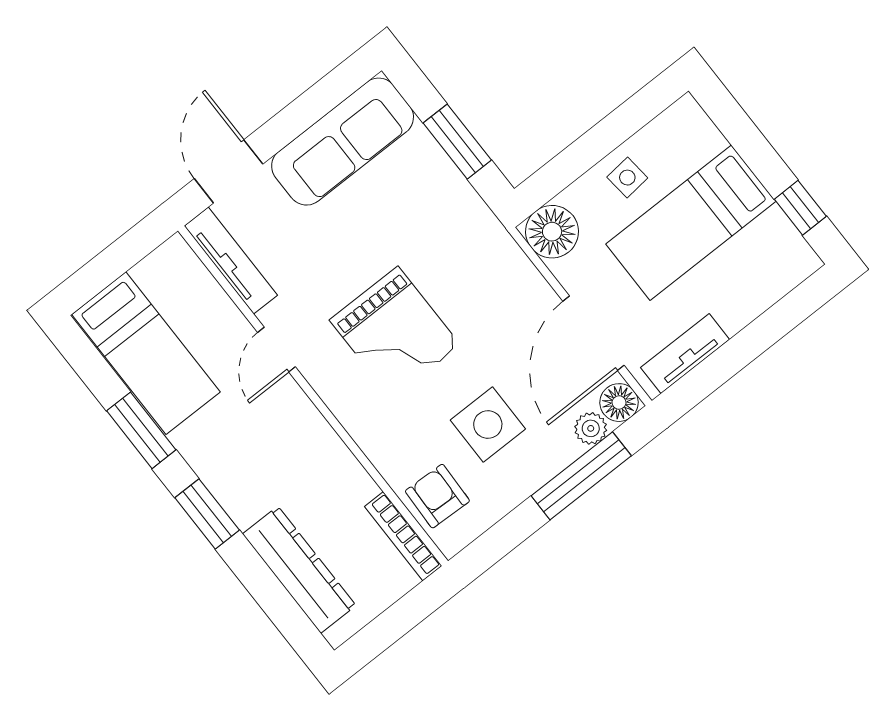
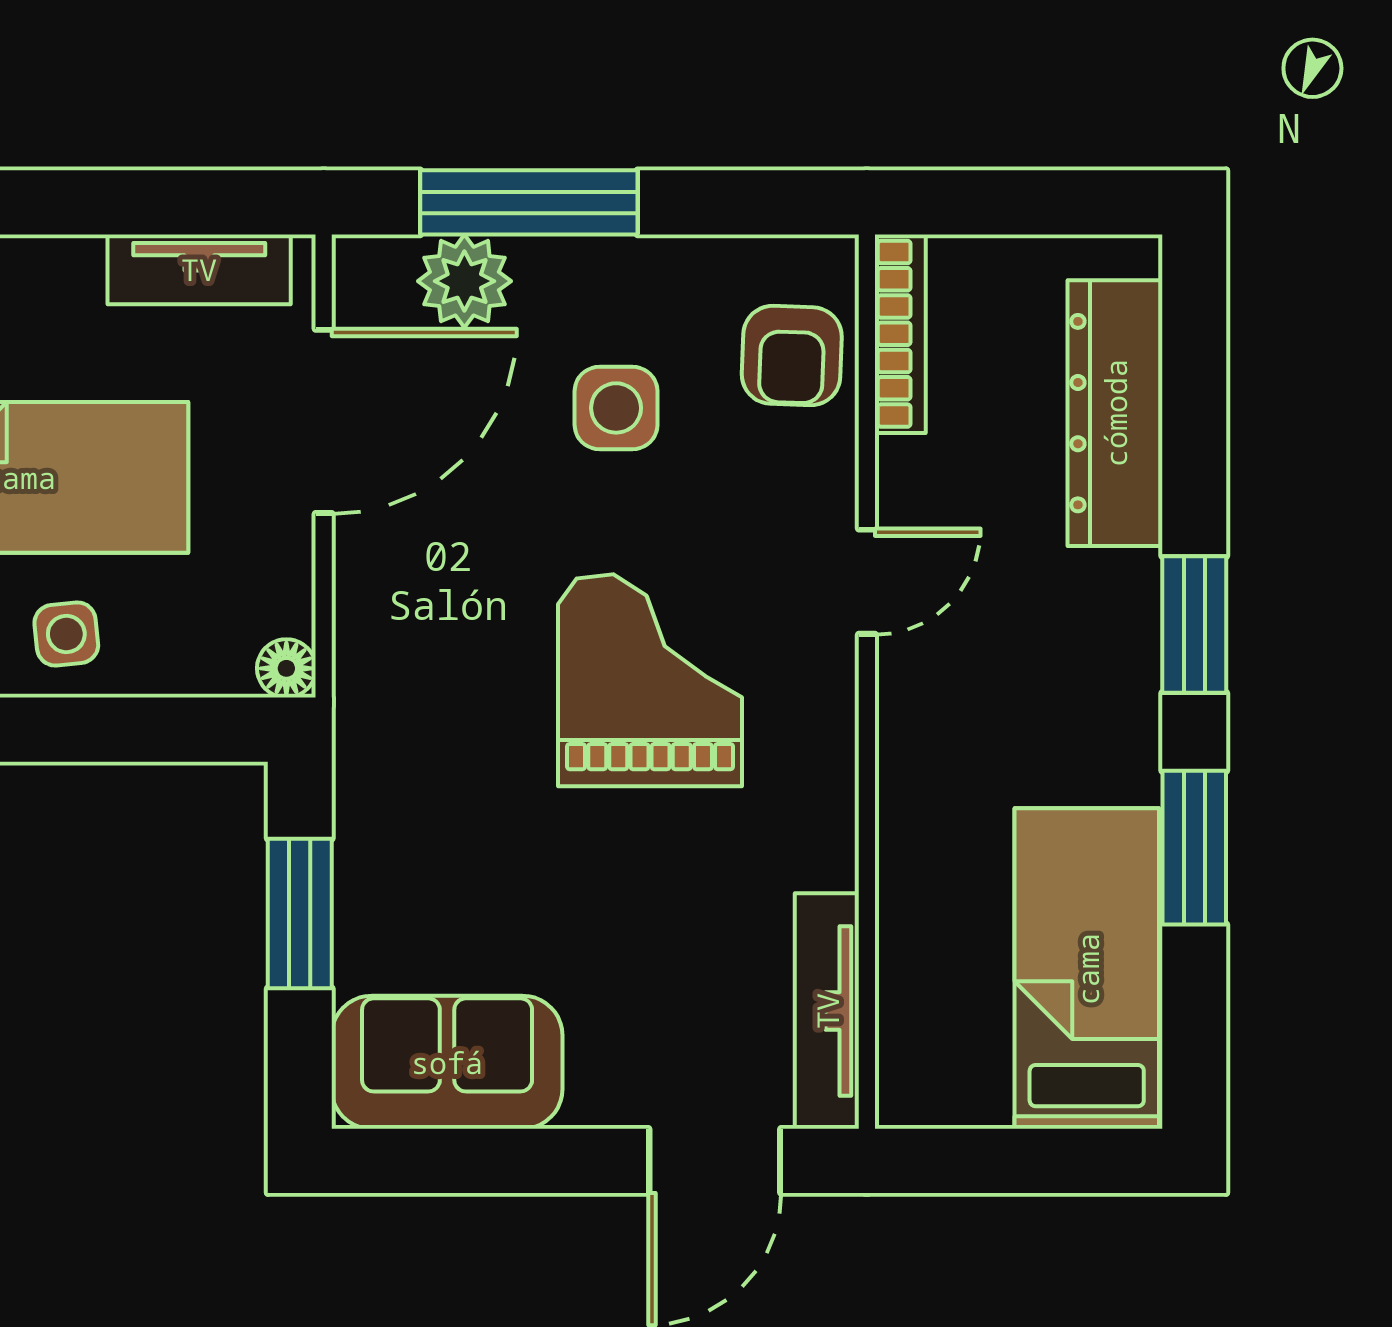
sofa: (343, 142) -> (447, 1062), width x0.73
floor lamp: (552, 232) -> (286, 668), width x0.53, depth x0.53
door: (277, 350) -> (867, 582), moved
floor lamp: (619, 403) -> (372, 274), removed
side table: (488, 425) -> (616, 408), width x0.73, depth x0.73
plant: (591, 428) -> (464, 281), width x1.38, depth x1.38

